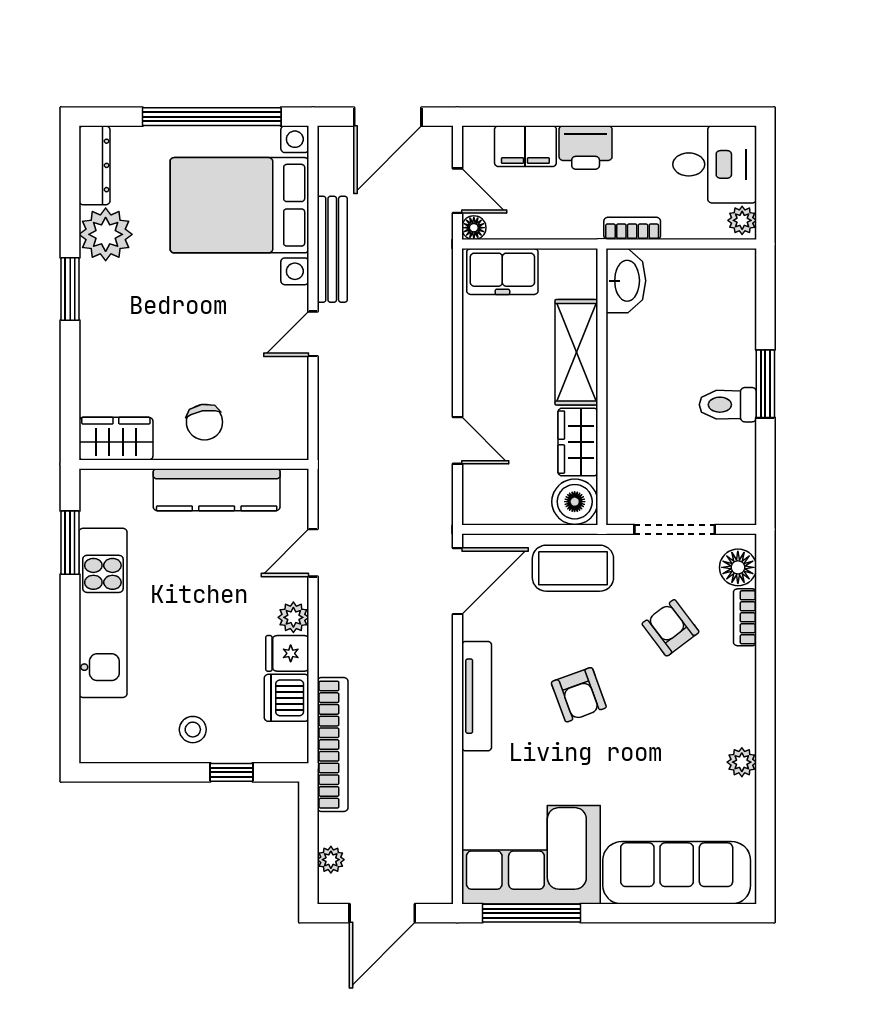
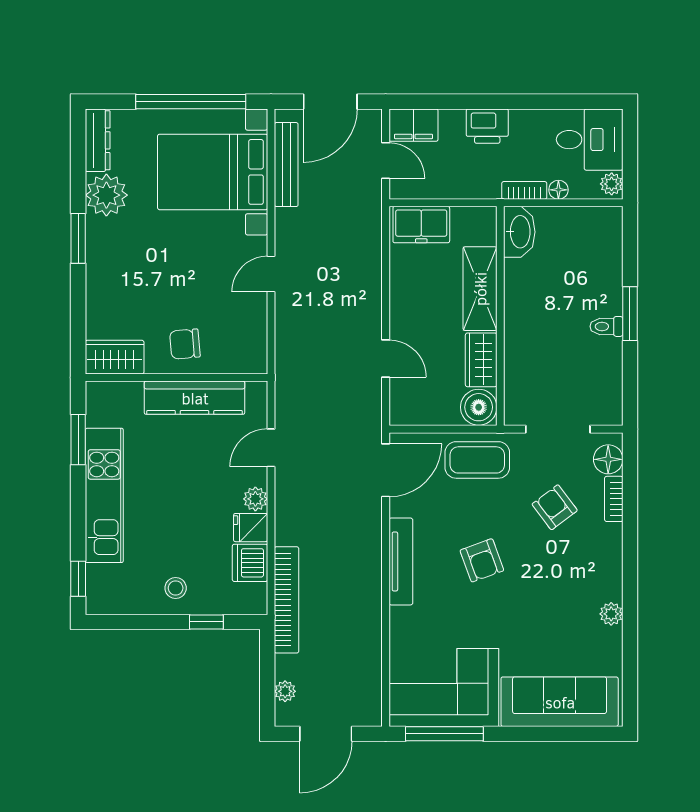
filing cabinet: (525, 146) -> (413, 125), moved
floor lamp: (474, 228) -> (558, 190), moved
bench: (332, 249) -> (286, 165), moved
toilet: (728, 405) -> (606, 326), width x0.73, depth x0.72
chair: (204, 422) -> (185, 344), turned 94
window: (70, 718) -> (78, 579), added

